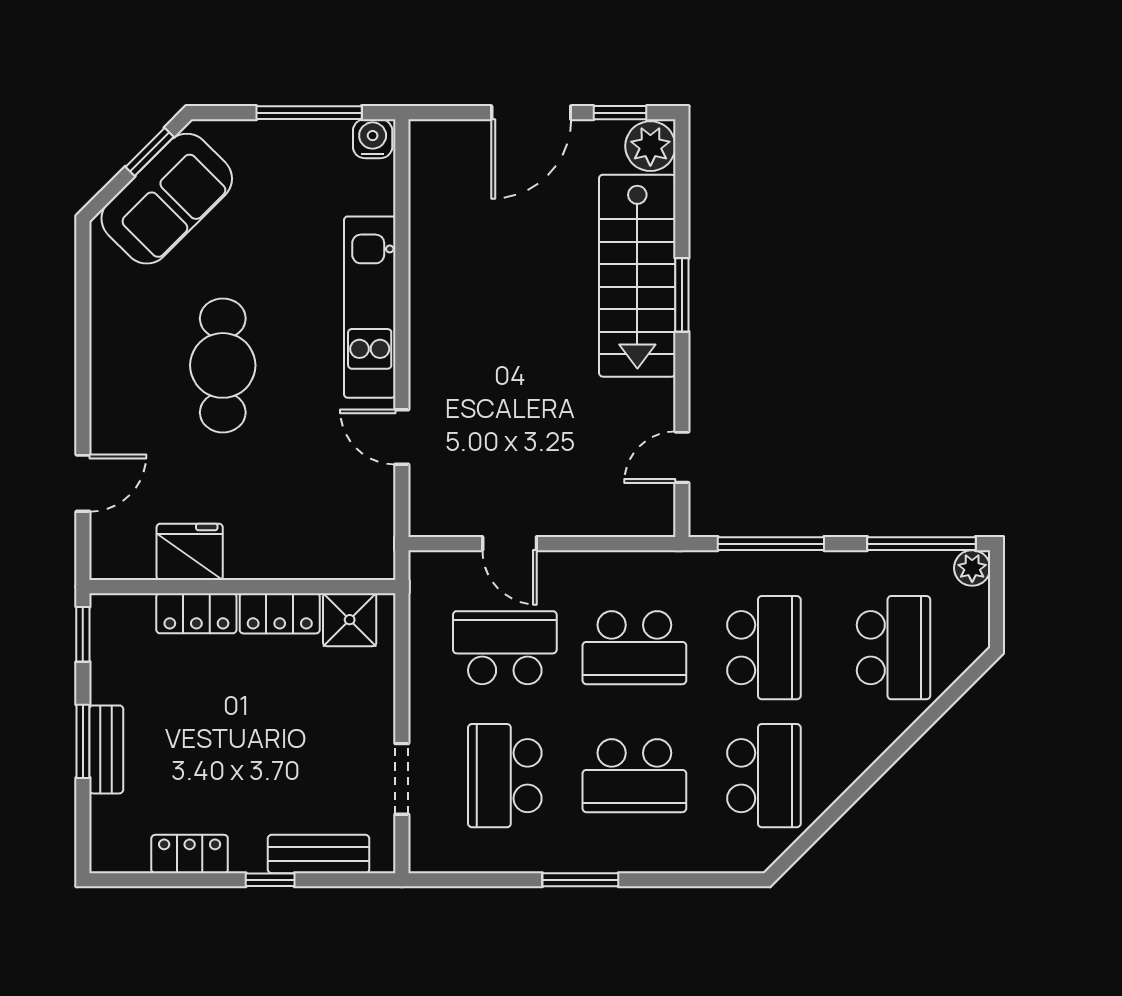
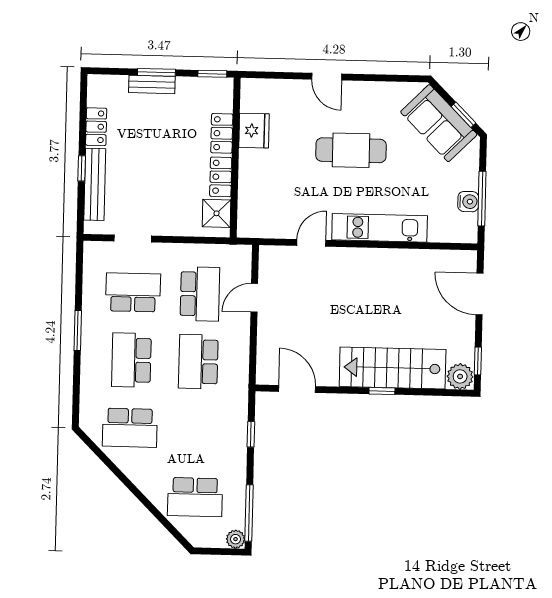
door: (531, 113) -> (480, 294), moved
water cooler: (373, 139) -> (468, 202), moved
window: (682, 295) -> (382, 391), width x0.67
door: (682, 457) -> (297, 389), width x1.38
door: (83, 483) -> (327, 77), moved
window: (771, 544) -> (251, 434), width x0.46
school desk: (764, 648) -> (197, 429), removed
bench: (319, 854) -> (95, 184), width x1.36

